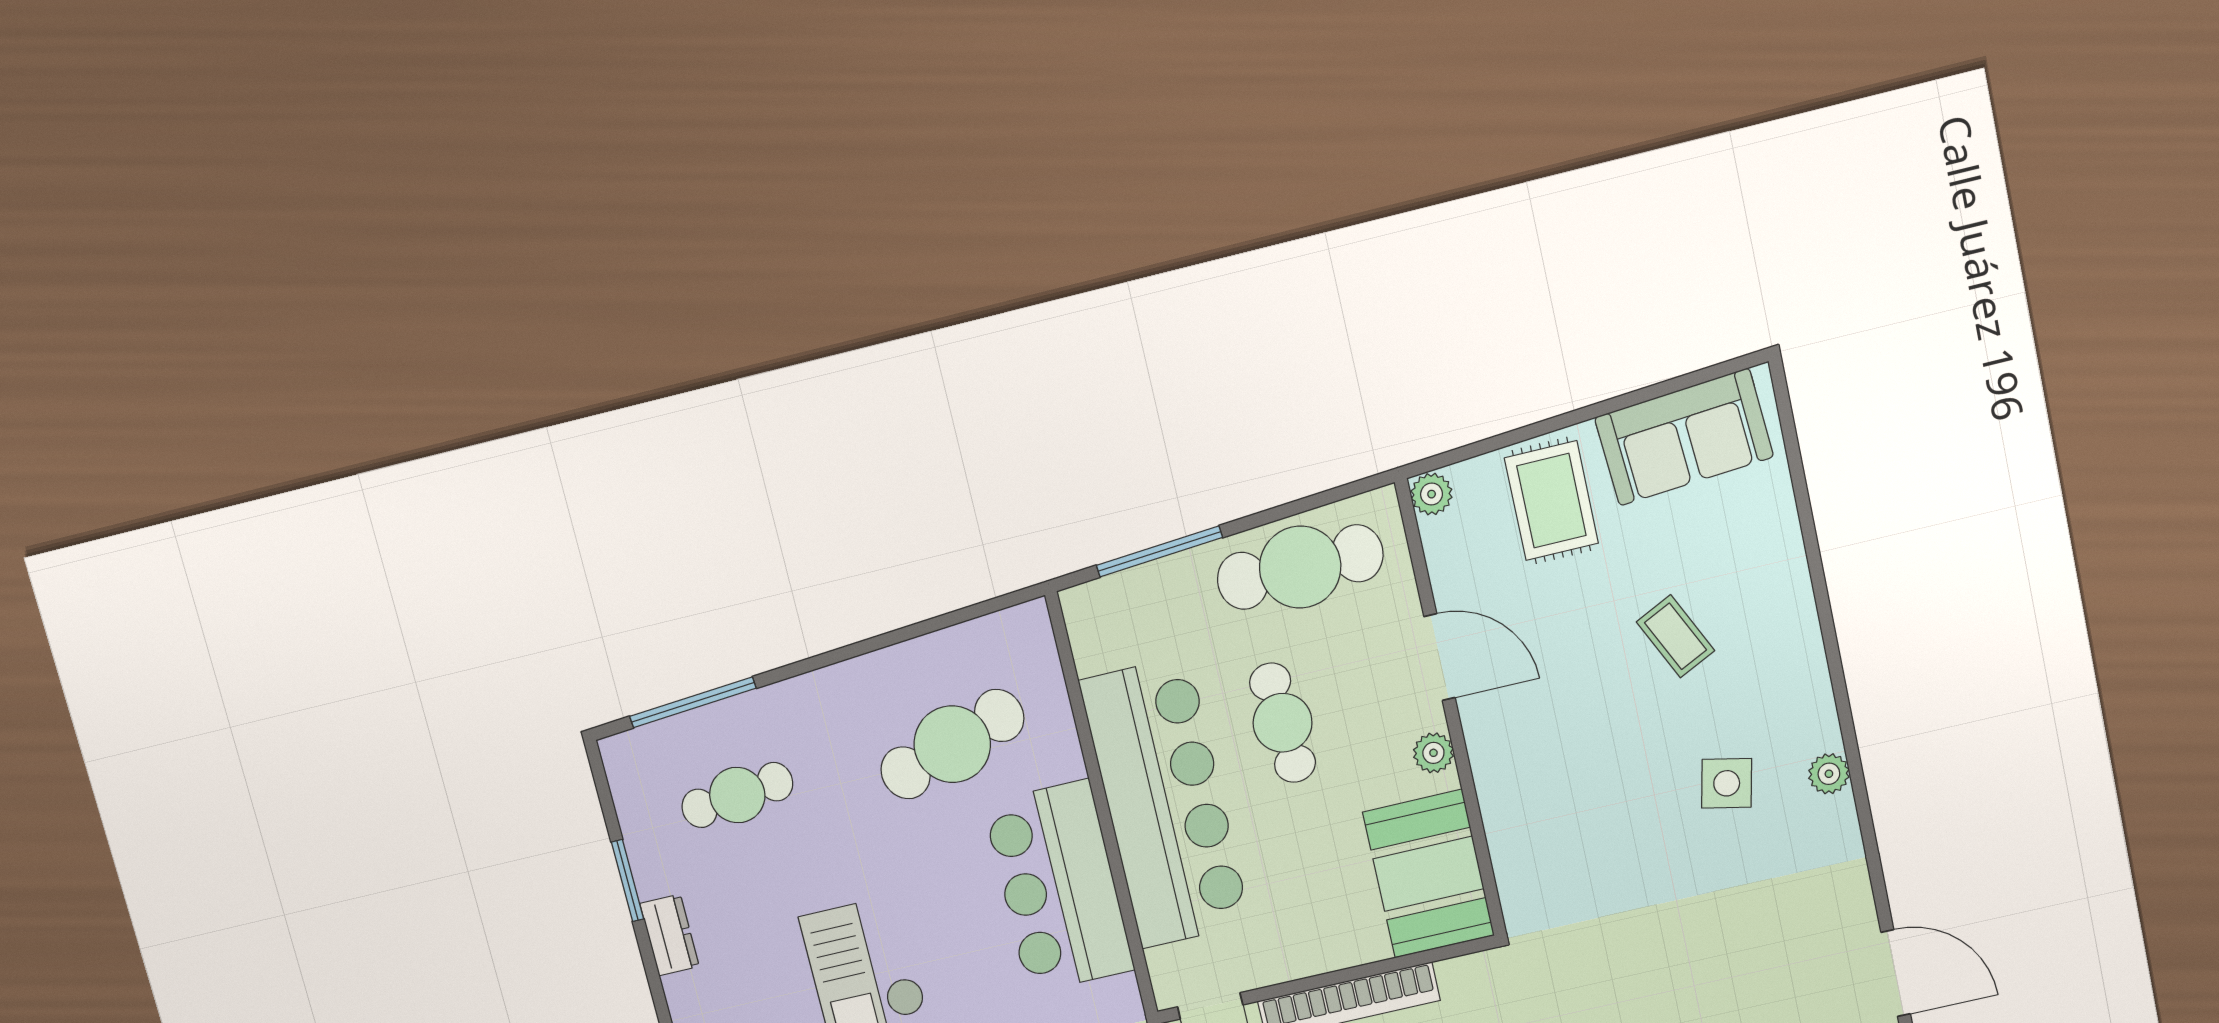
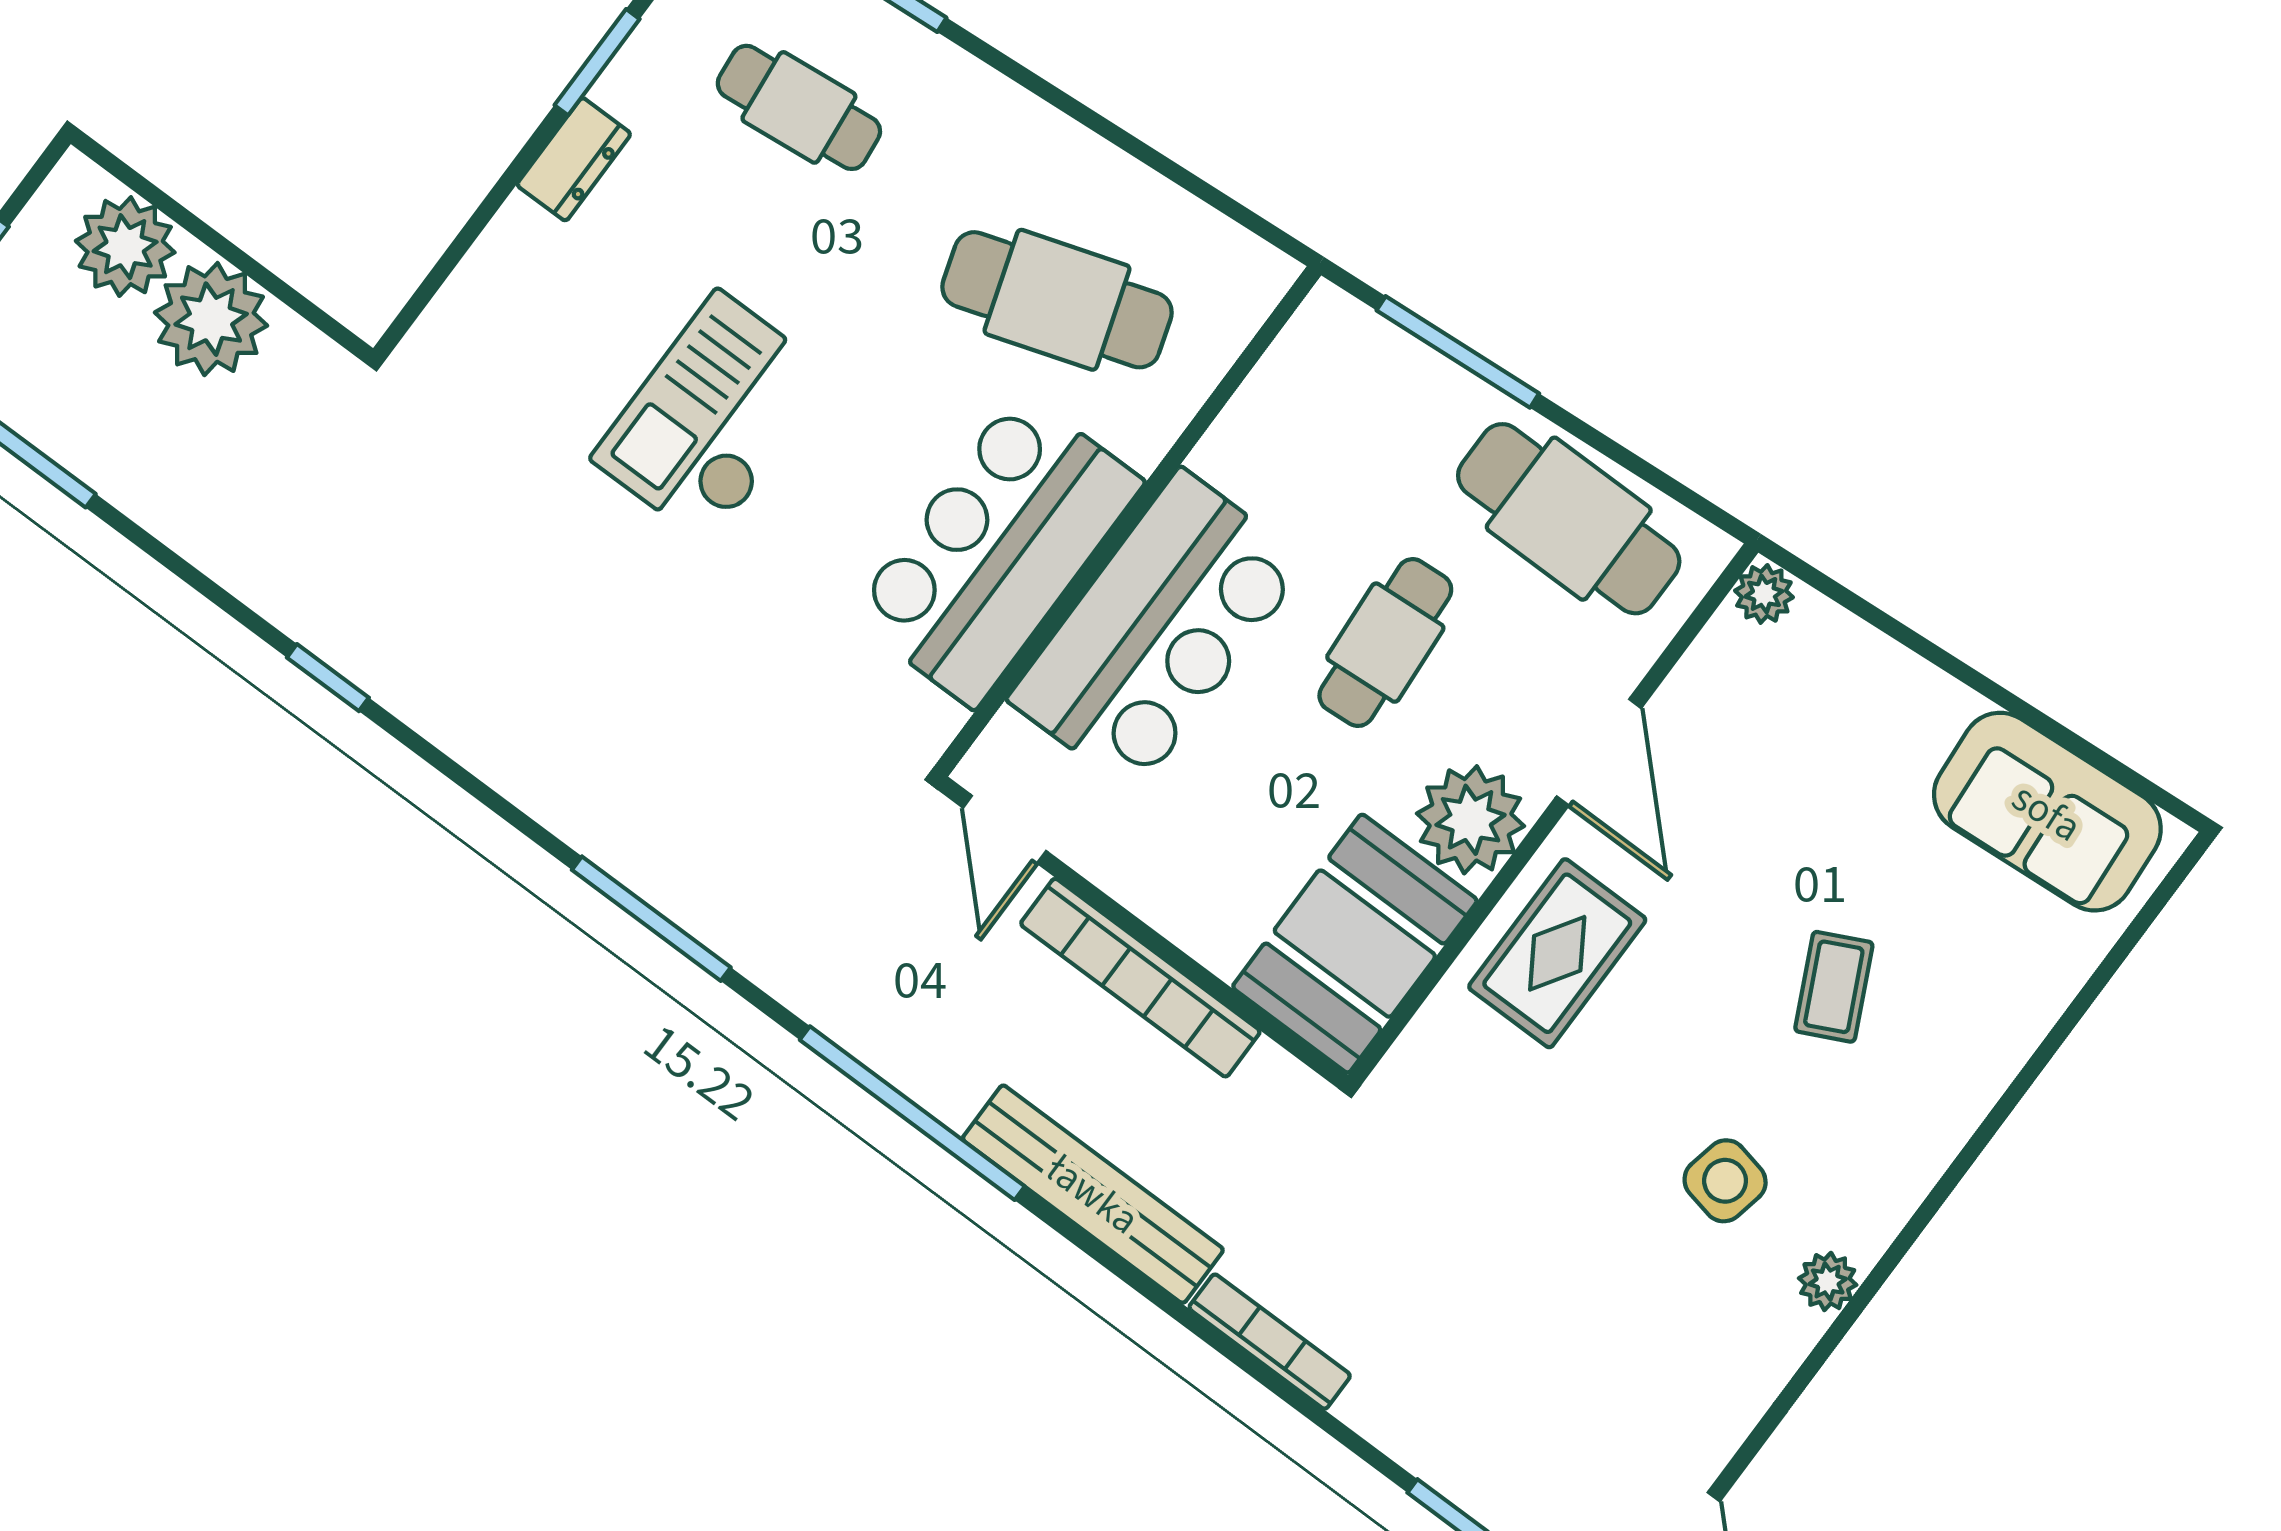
rug: (1551, 501) -> (1557, 953), moved
plant: (1433, 753) -> (1471, 820), width x1.88, depth x1.88
bar counter: (1165, 803) -> (1158, 631), width x0.73

